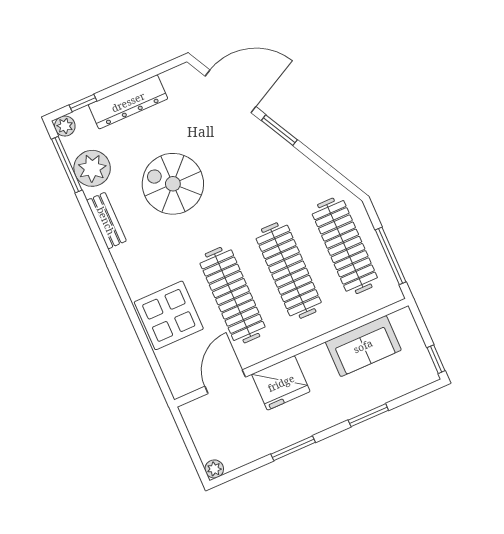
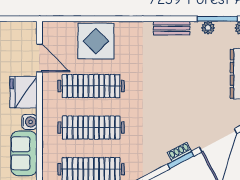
shoe rack: (269, 137) -> (179, 152), added
plant: (92, 168) -> (208, 28), width x0.53, depth x0.53
spiral stairs: (173, 184) -> (176, 79), removed
water cooler: (318, 357) -> (29, 122), added

